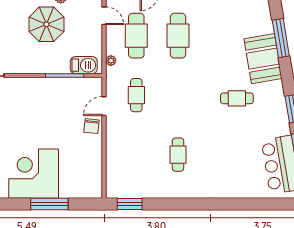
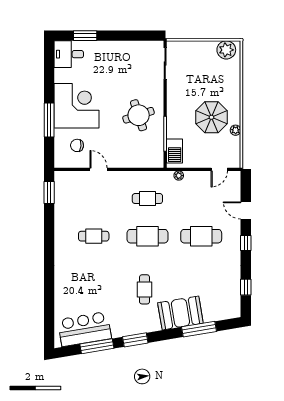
cafe table: (136, 36) -> (147, 236), moved
round table: (44, 105) -> (139, 115), added
door: (104, 106) -> (99, 169), moved
chair: (92, 126) -> (77, 145), moved

